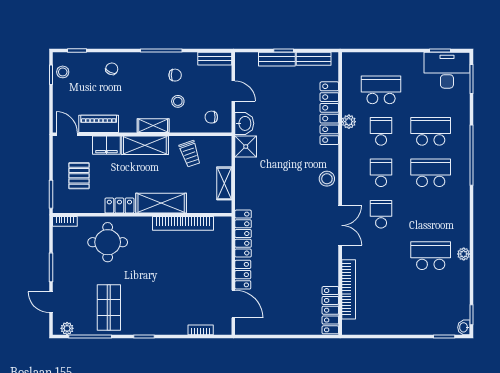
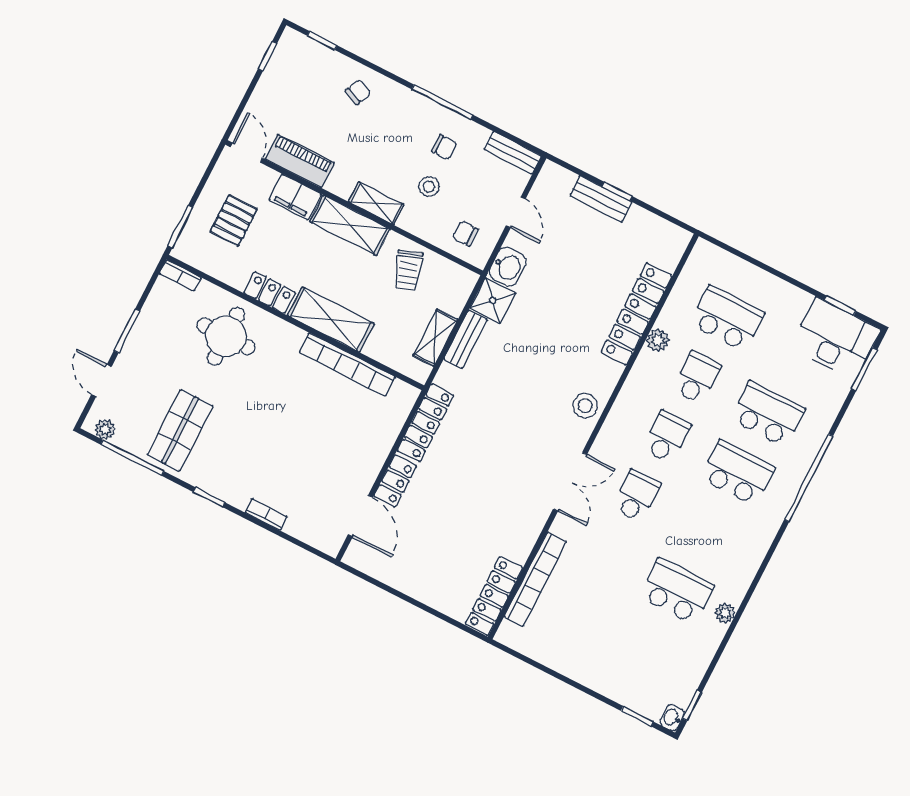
bench: (314, 59) -> (466, 339), moved, turned 90
stool: (63, 72) -> (286, 61), removed
bookcase: (201, 330) -> (266, 514), moved

